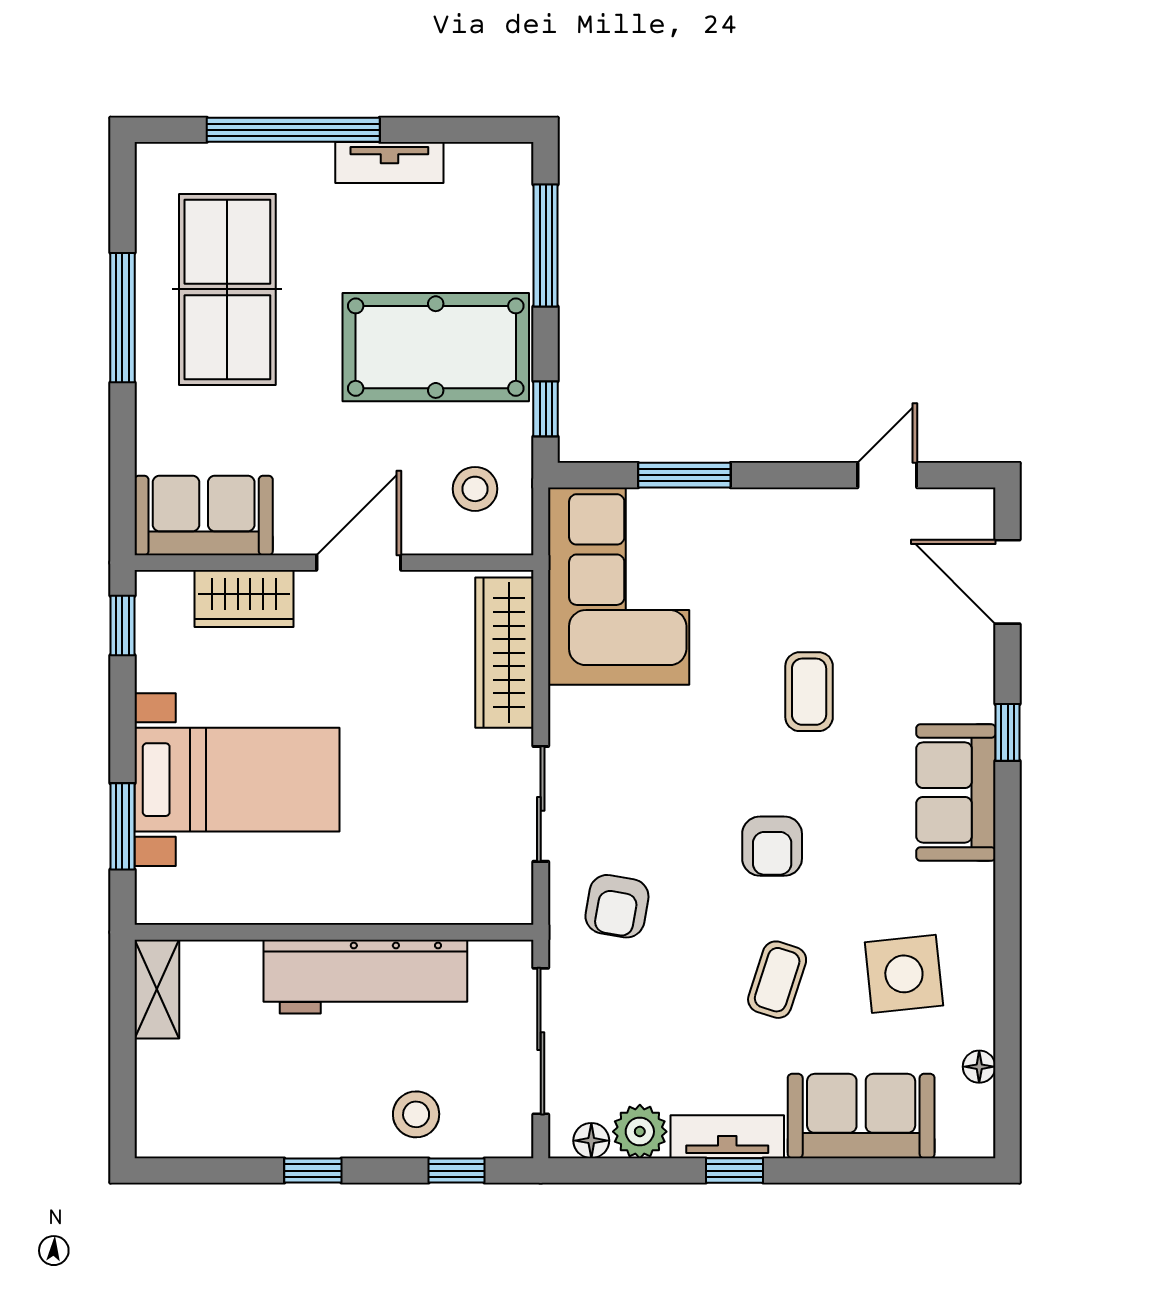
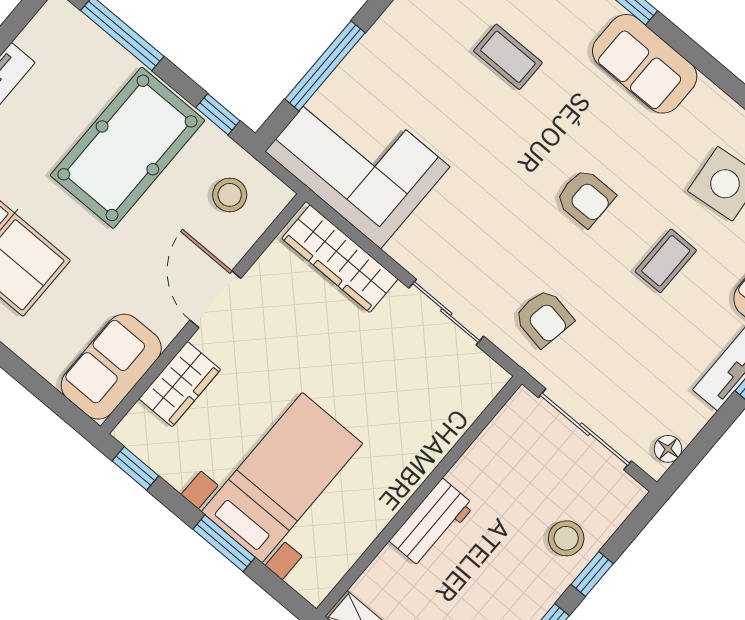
window: (684, 475) -> (325, 66), width x1.44
coffee table: (809, 692) -> (508, 57), moved
window: (122, 826) -> (224, 543), moved
workbench: (365, 977) -> (432, 523), width x0.53, depth x0.76
coffee table: (777, 980) -> (666, 261), turned 72
plant: (640, 1132) -> (687, 416), removed
window: (456, 1171) -> (592, 574), moved

